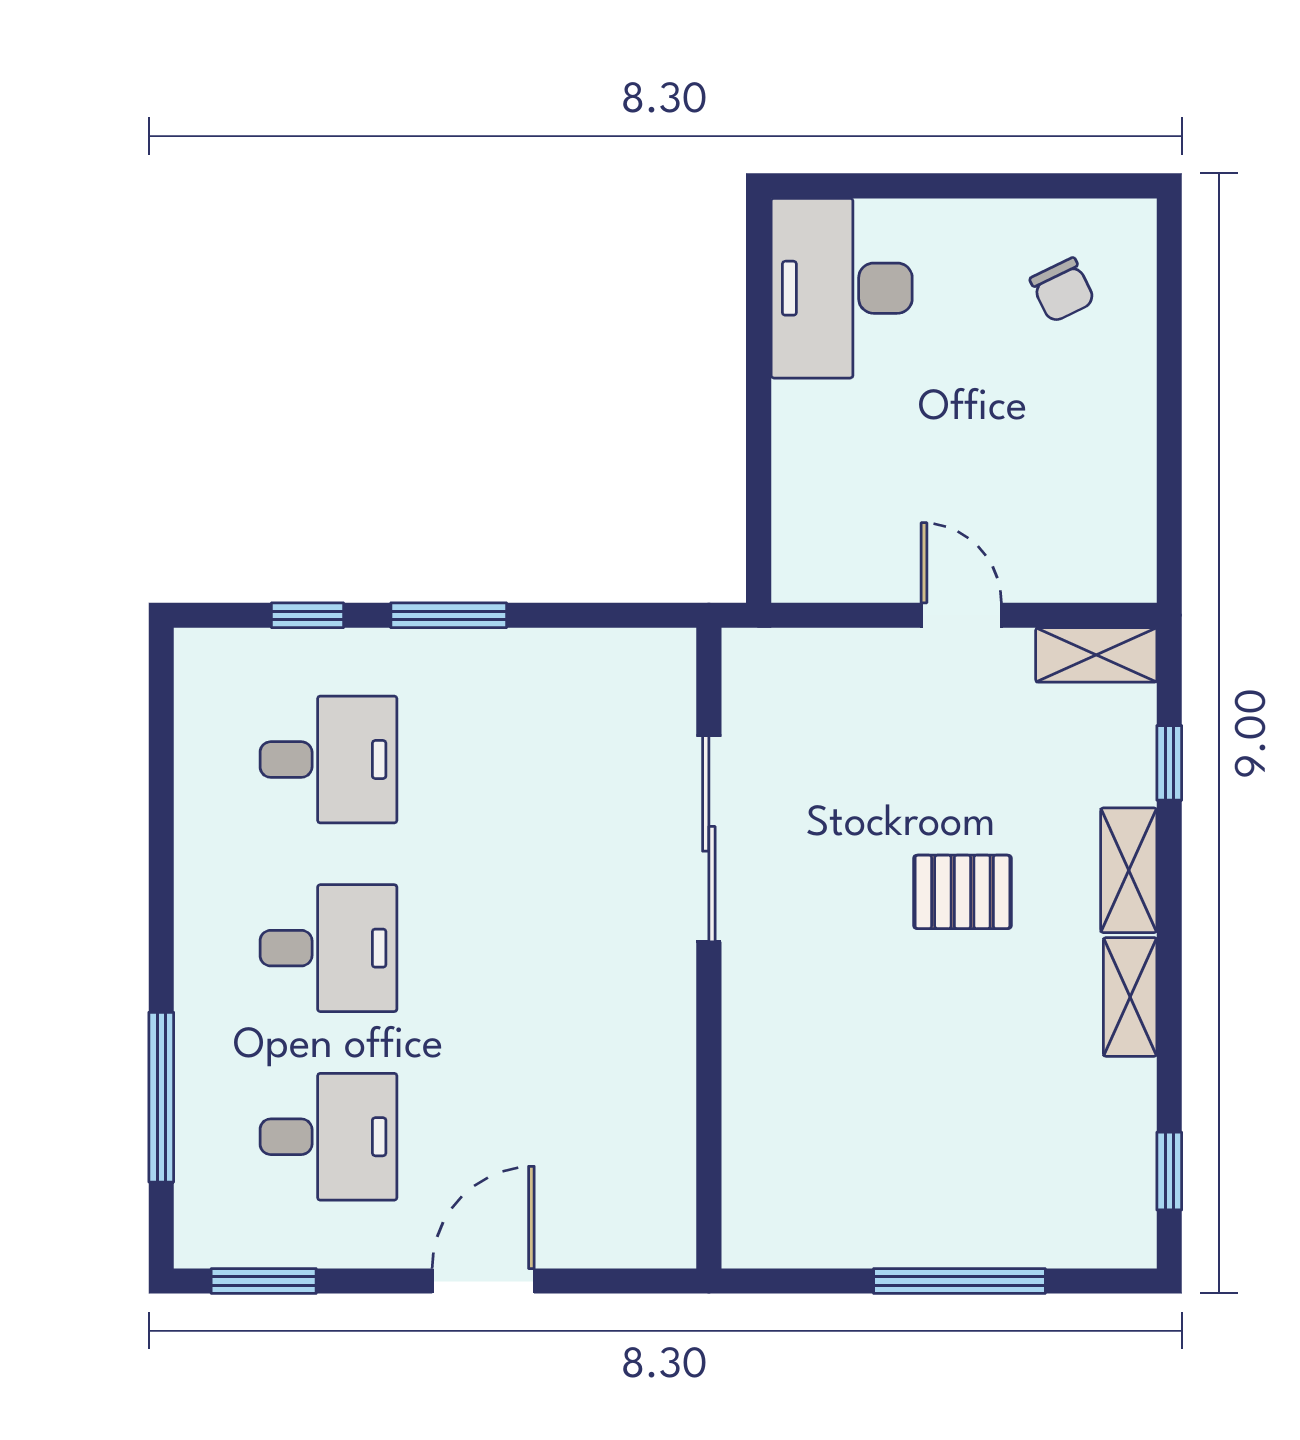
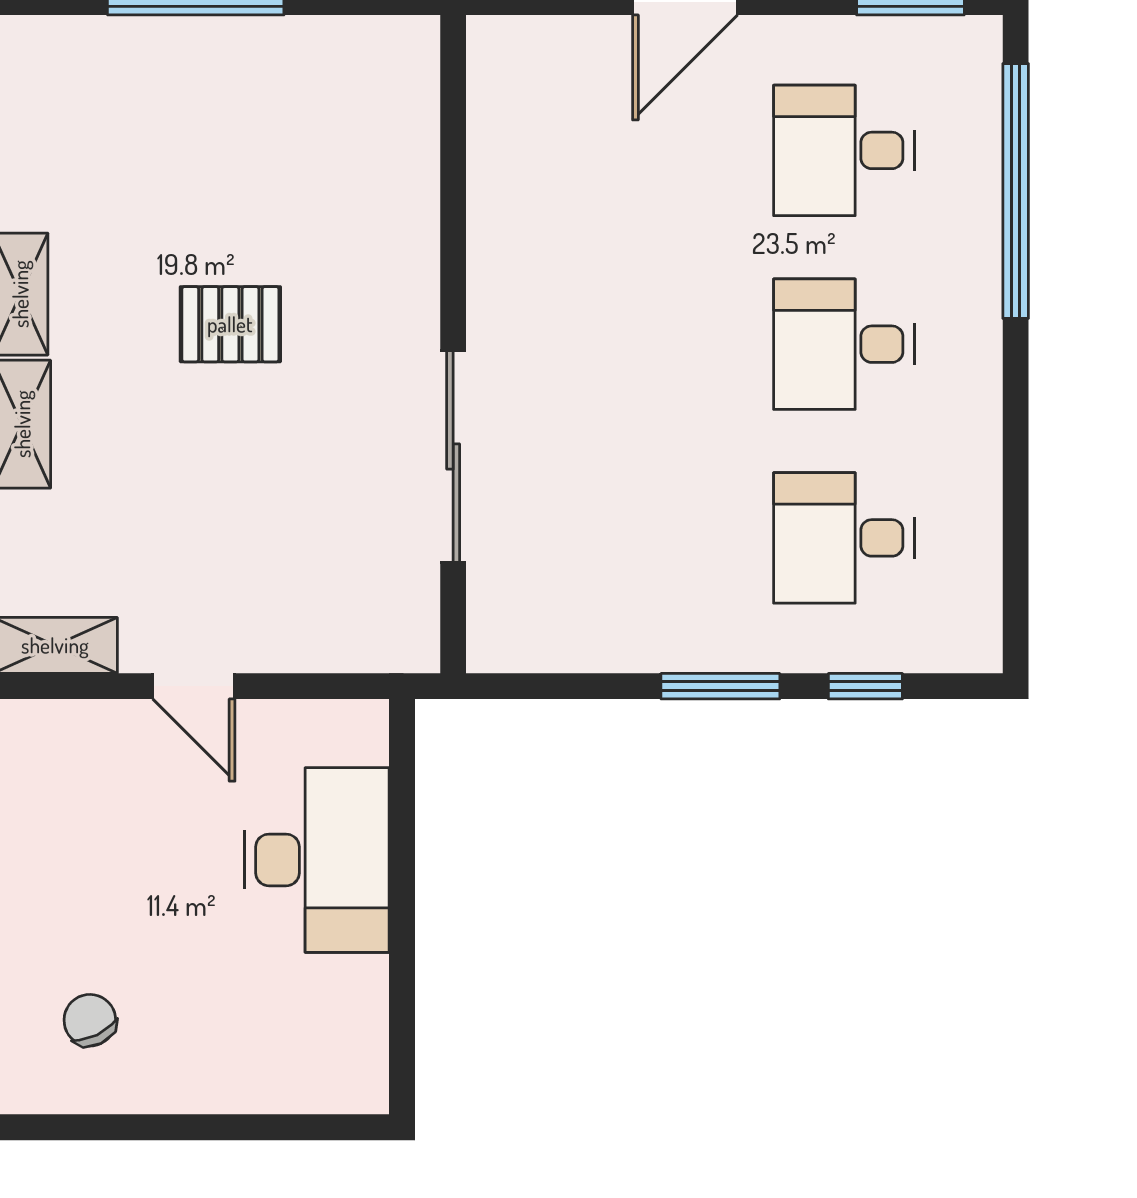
desk: (842, 288) -> (317, 860), moved
pallet: (962, 892) -> (230, 324), moved
window: (161, 1097) -> (1016, 191), width x1.46

